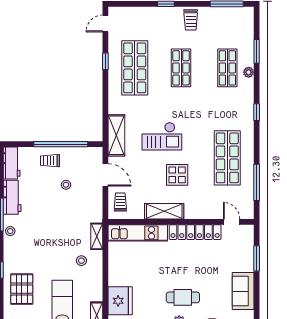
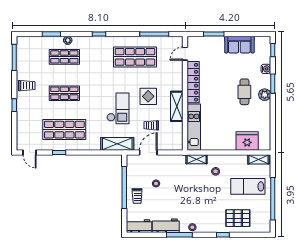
trolley: (120, 202) -> (151, 125), moved

